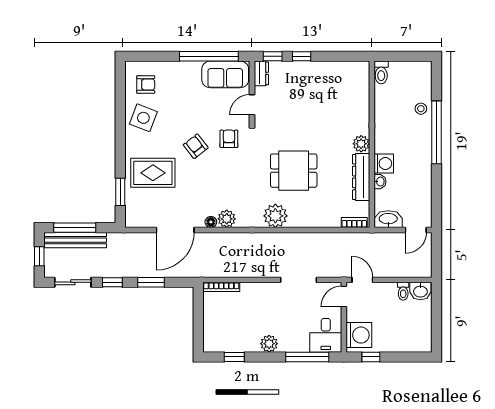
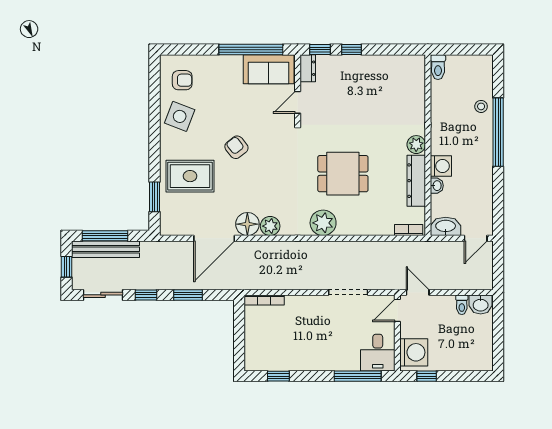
armchair: (229, 139) -> (273, 139), removed
floor lamp: (211, 222) -> (247, 224), width x1.89, depth x1.89
plant: (269, 344) -> (316, 362), removed

